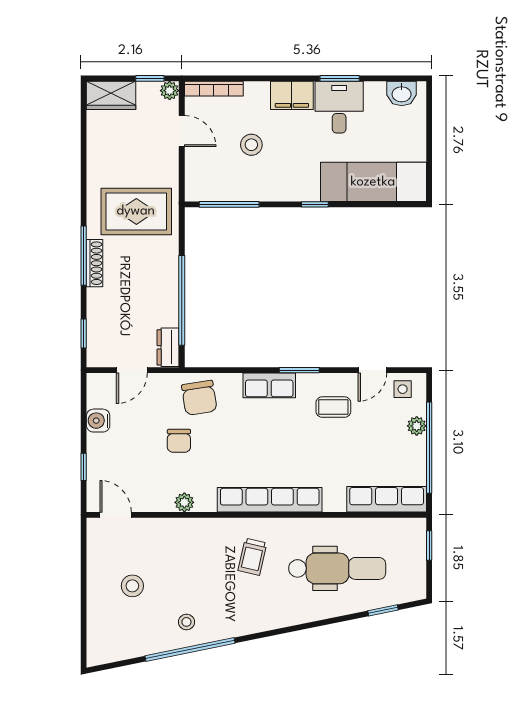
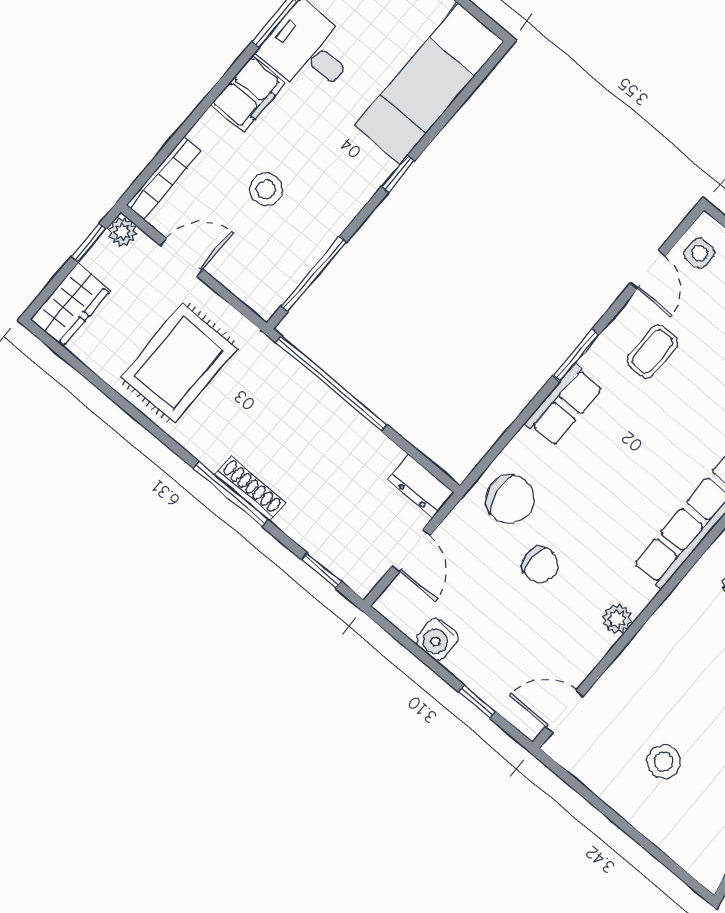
rug: (136, 211) -> (179, 363), moved
window: (182, 300) -> (332, 384), moved

